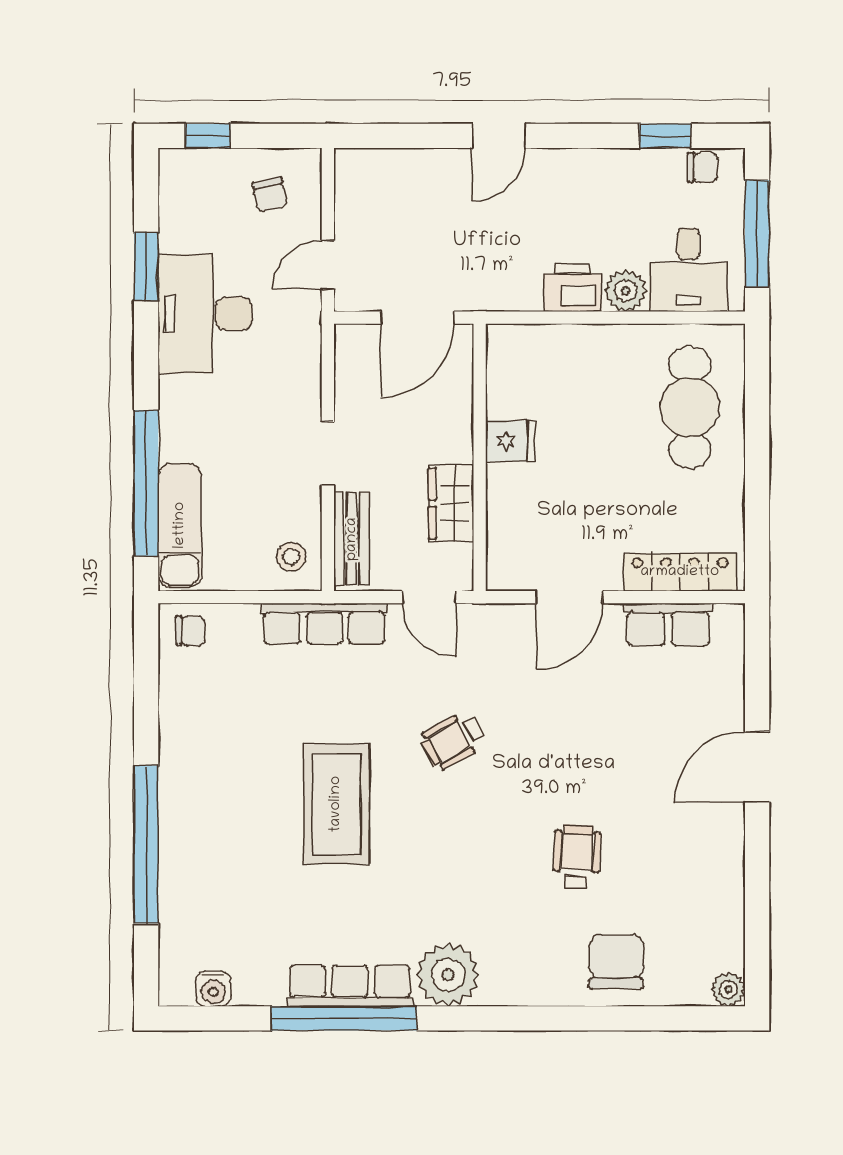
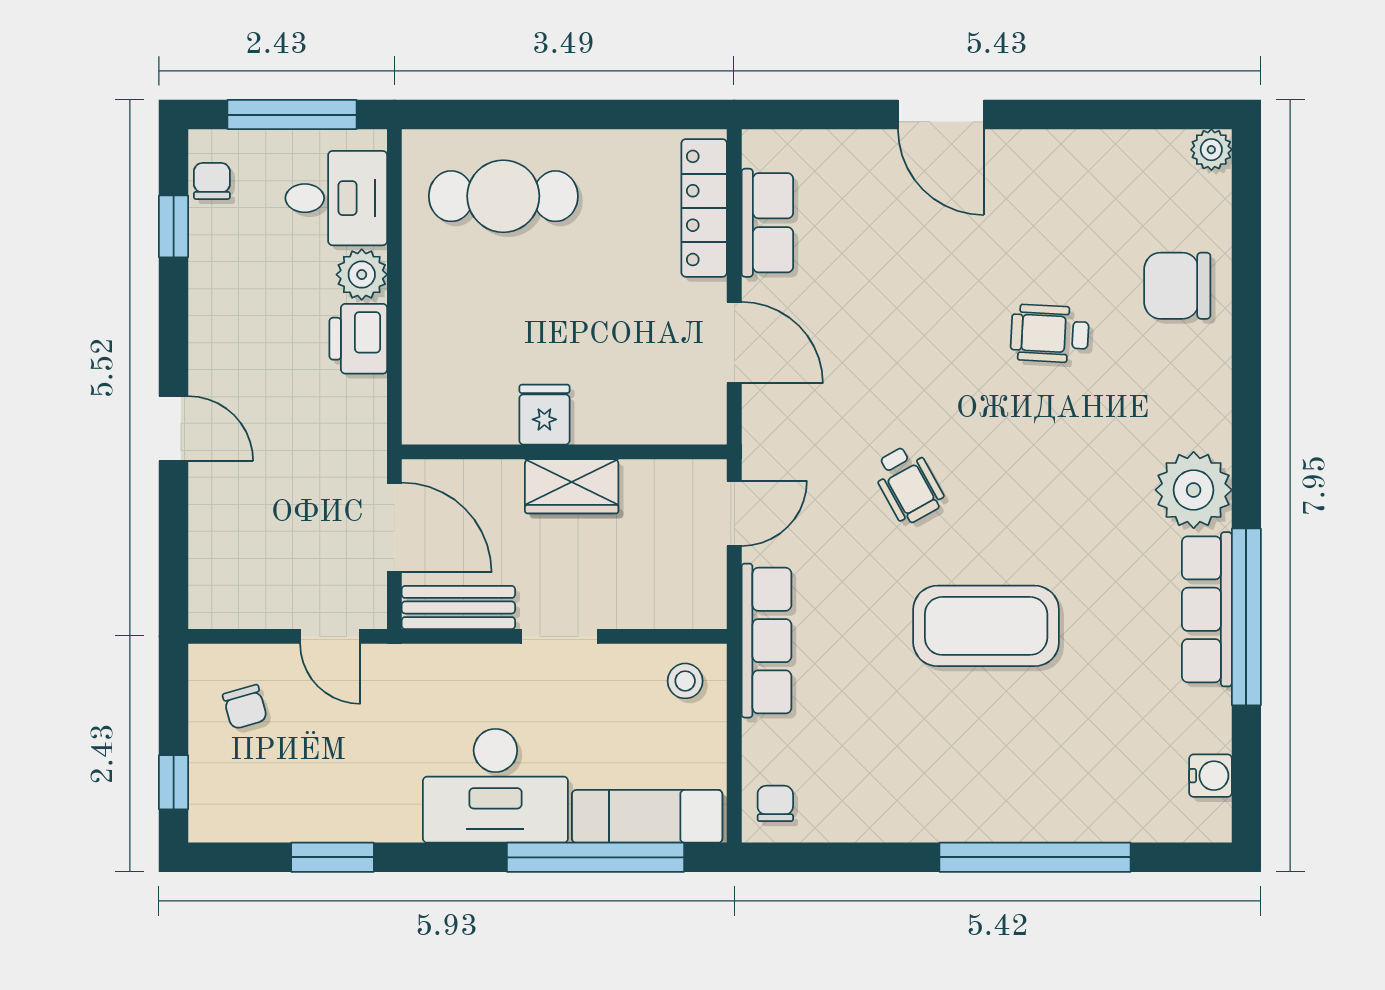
chair: (270, 195) -> (245, 707), turned 85
desk: (205, 314) -> (495, 786), moved
wardrobe: (451, 503) -> (572, 486), moved
bench: (352, 539) -> (458, 607), moved

